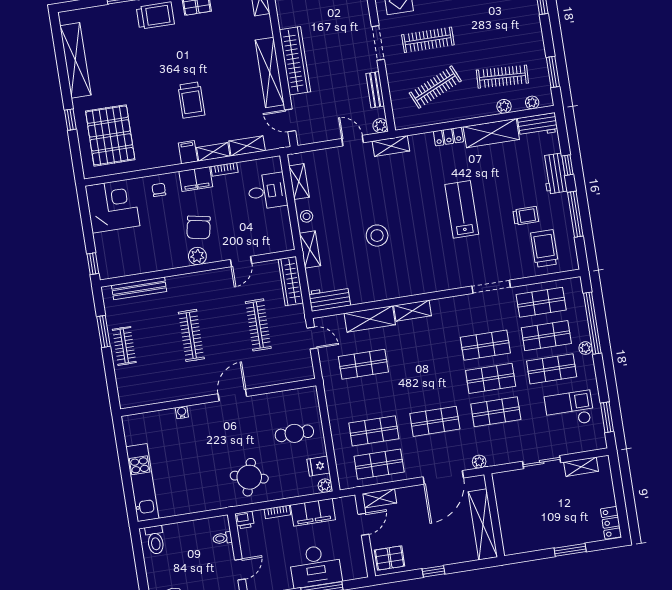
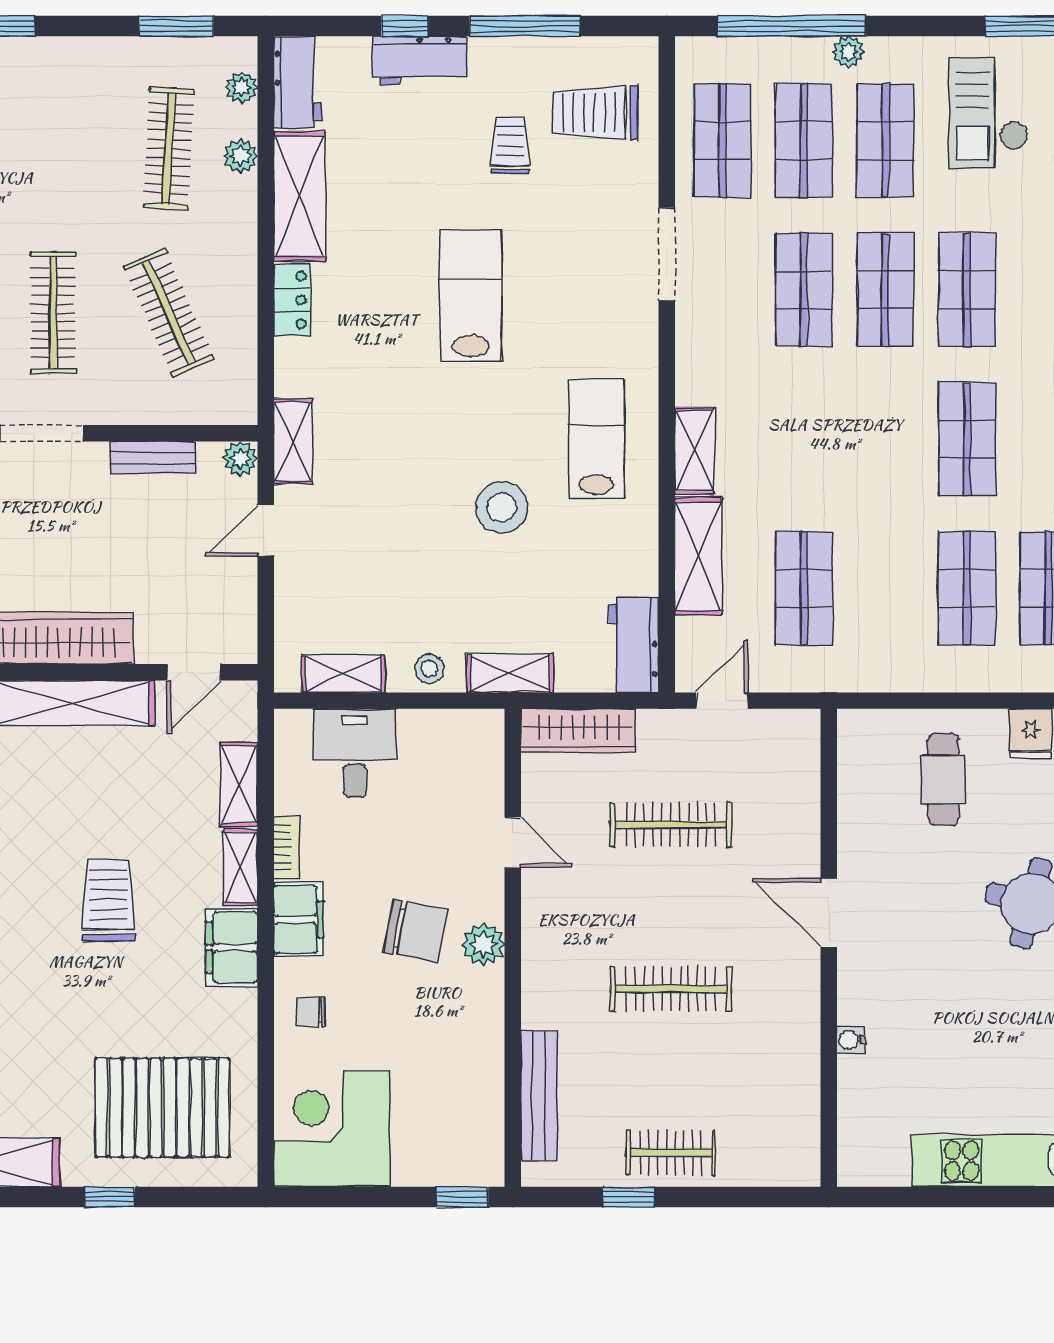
trolley: (191, 100) -> (108, 900), turned -90
filing cabinet: (188, 152) -> (232, 947), width x2.00
lab bench: (462, 209) -> (471, 295), turned 90
lab bench: (411, 270) -> (596, 439), added
window: (104, 331) -> (628, 1197), width x0.67

